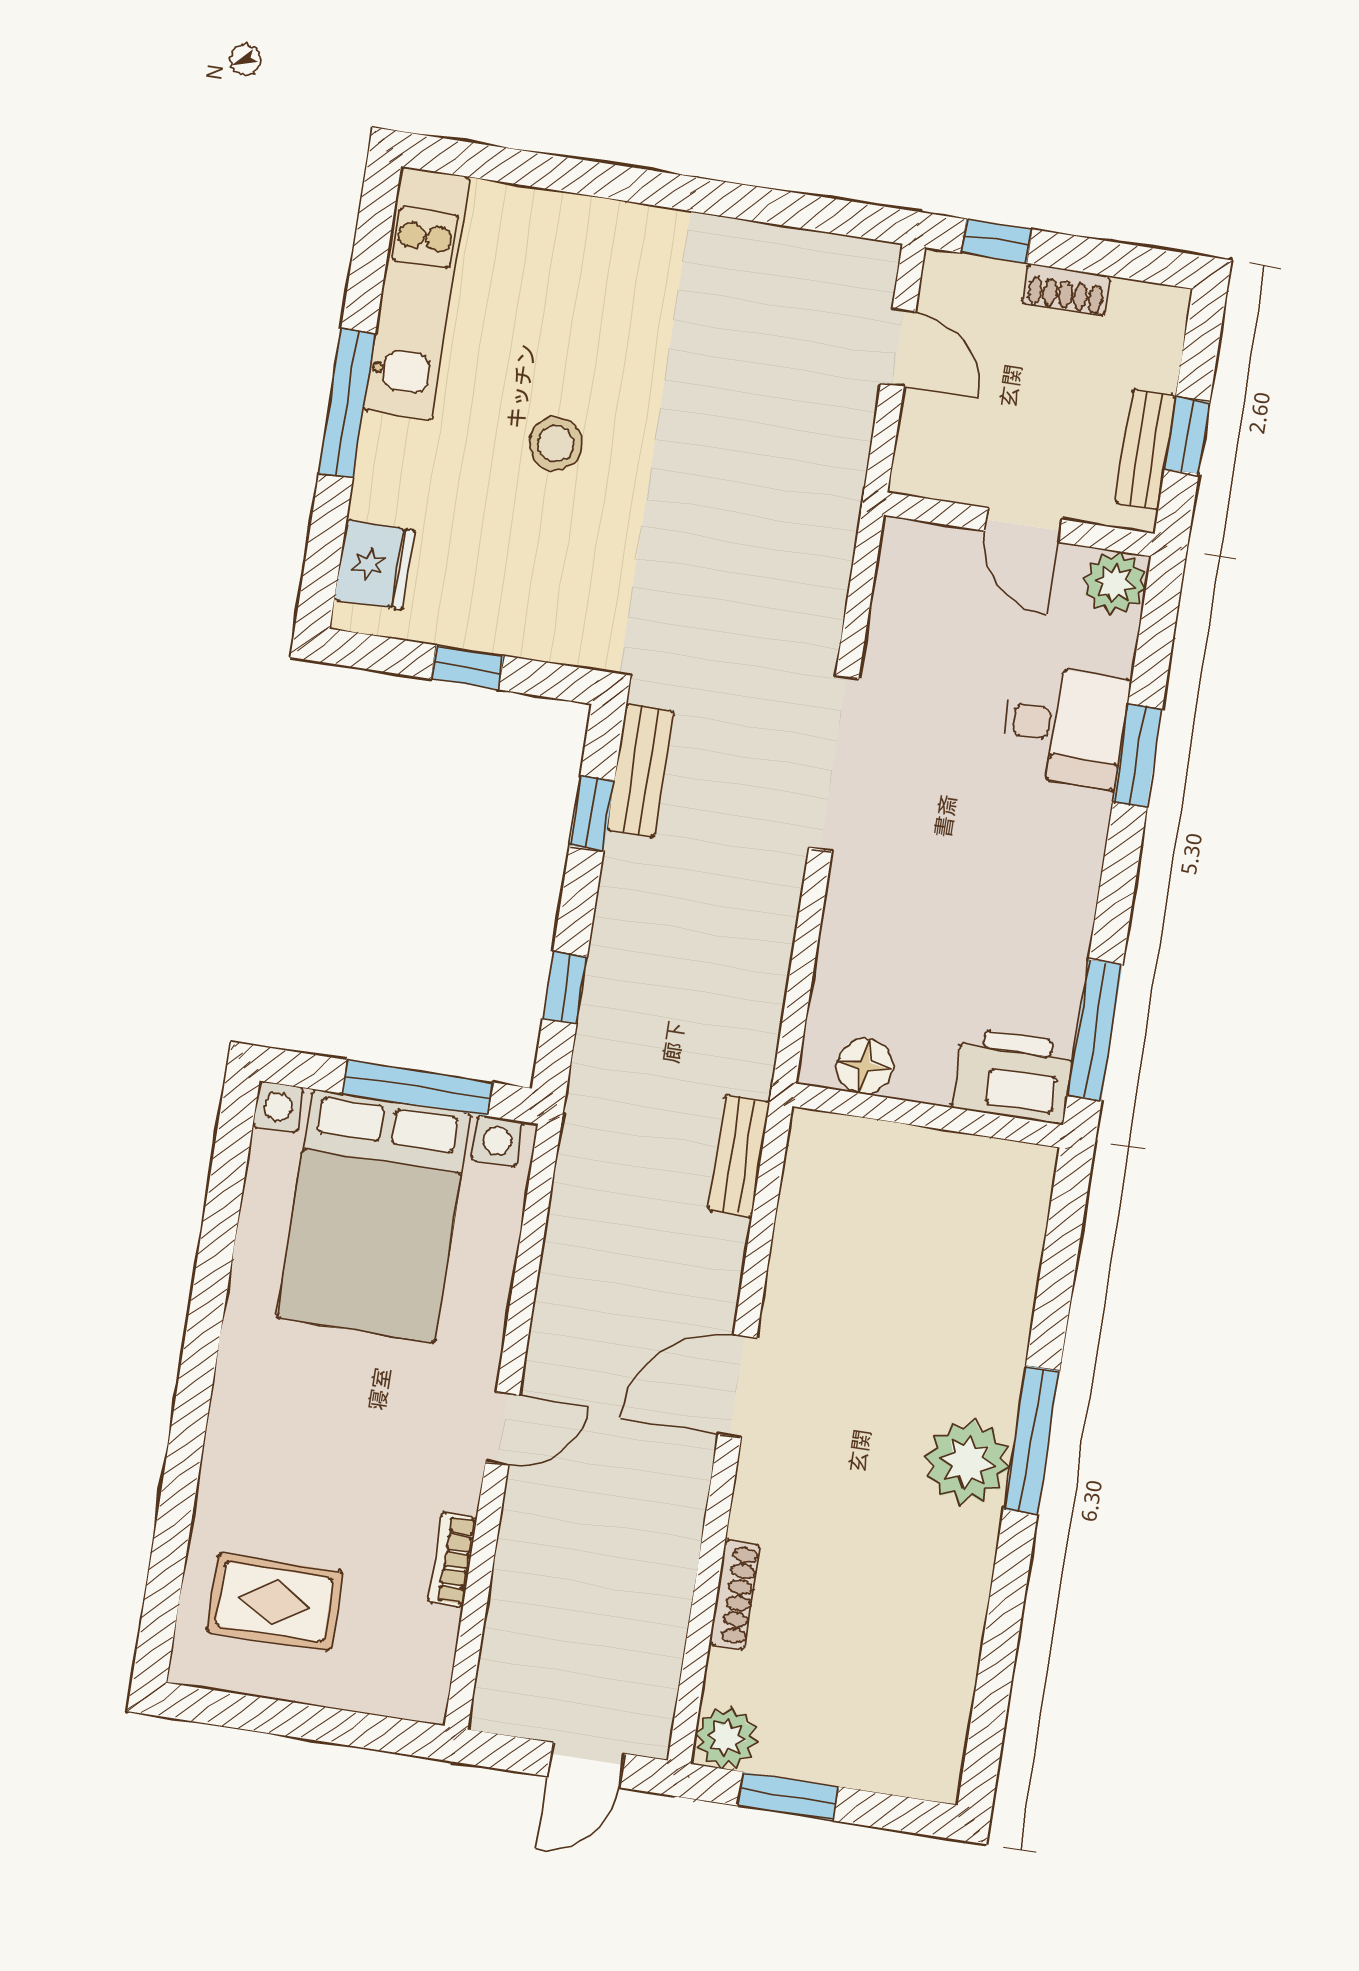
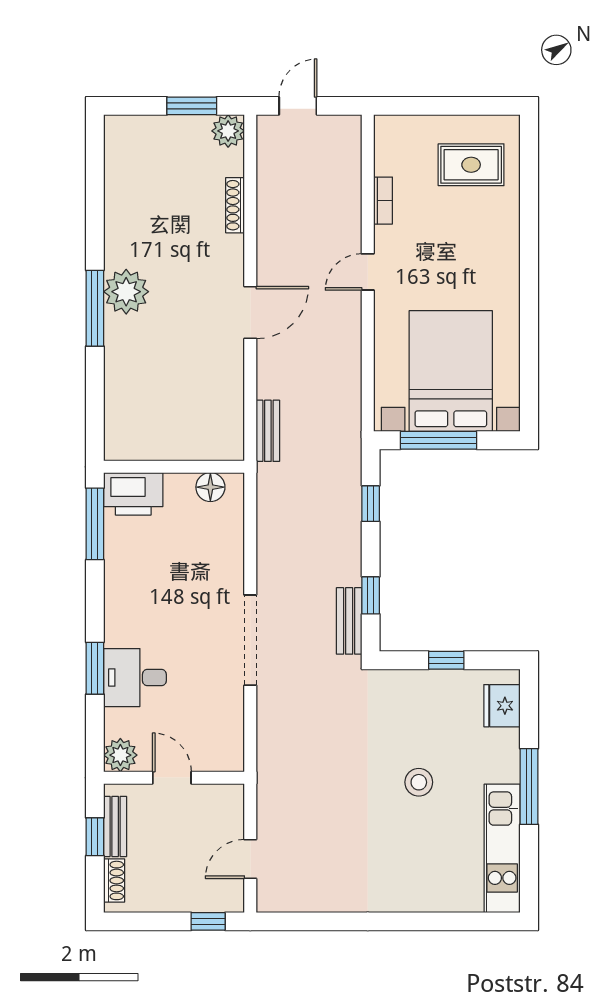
shoe rack: (1066, 289) -> (114, 880), moved, turned 90
door: (898, 347) -> (250, 859), hinge flipped

